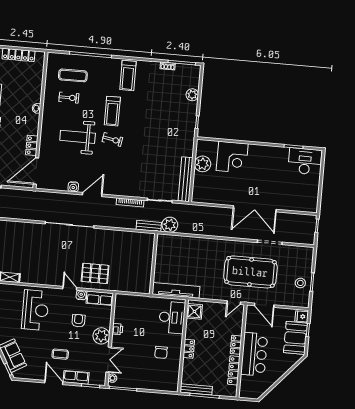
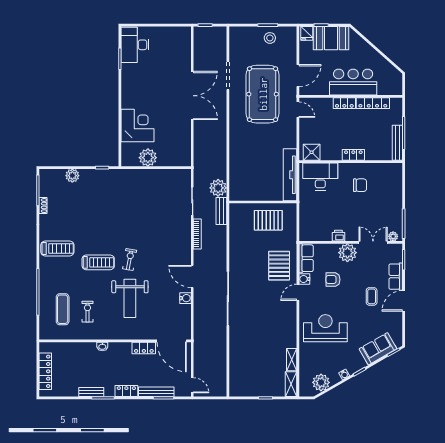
bench: (185, 179) -> (166, 175), removed
pallet: (137, 267) -> (268, 220), added

